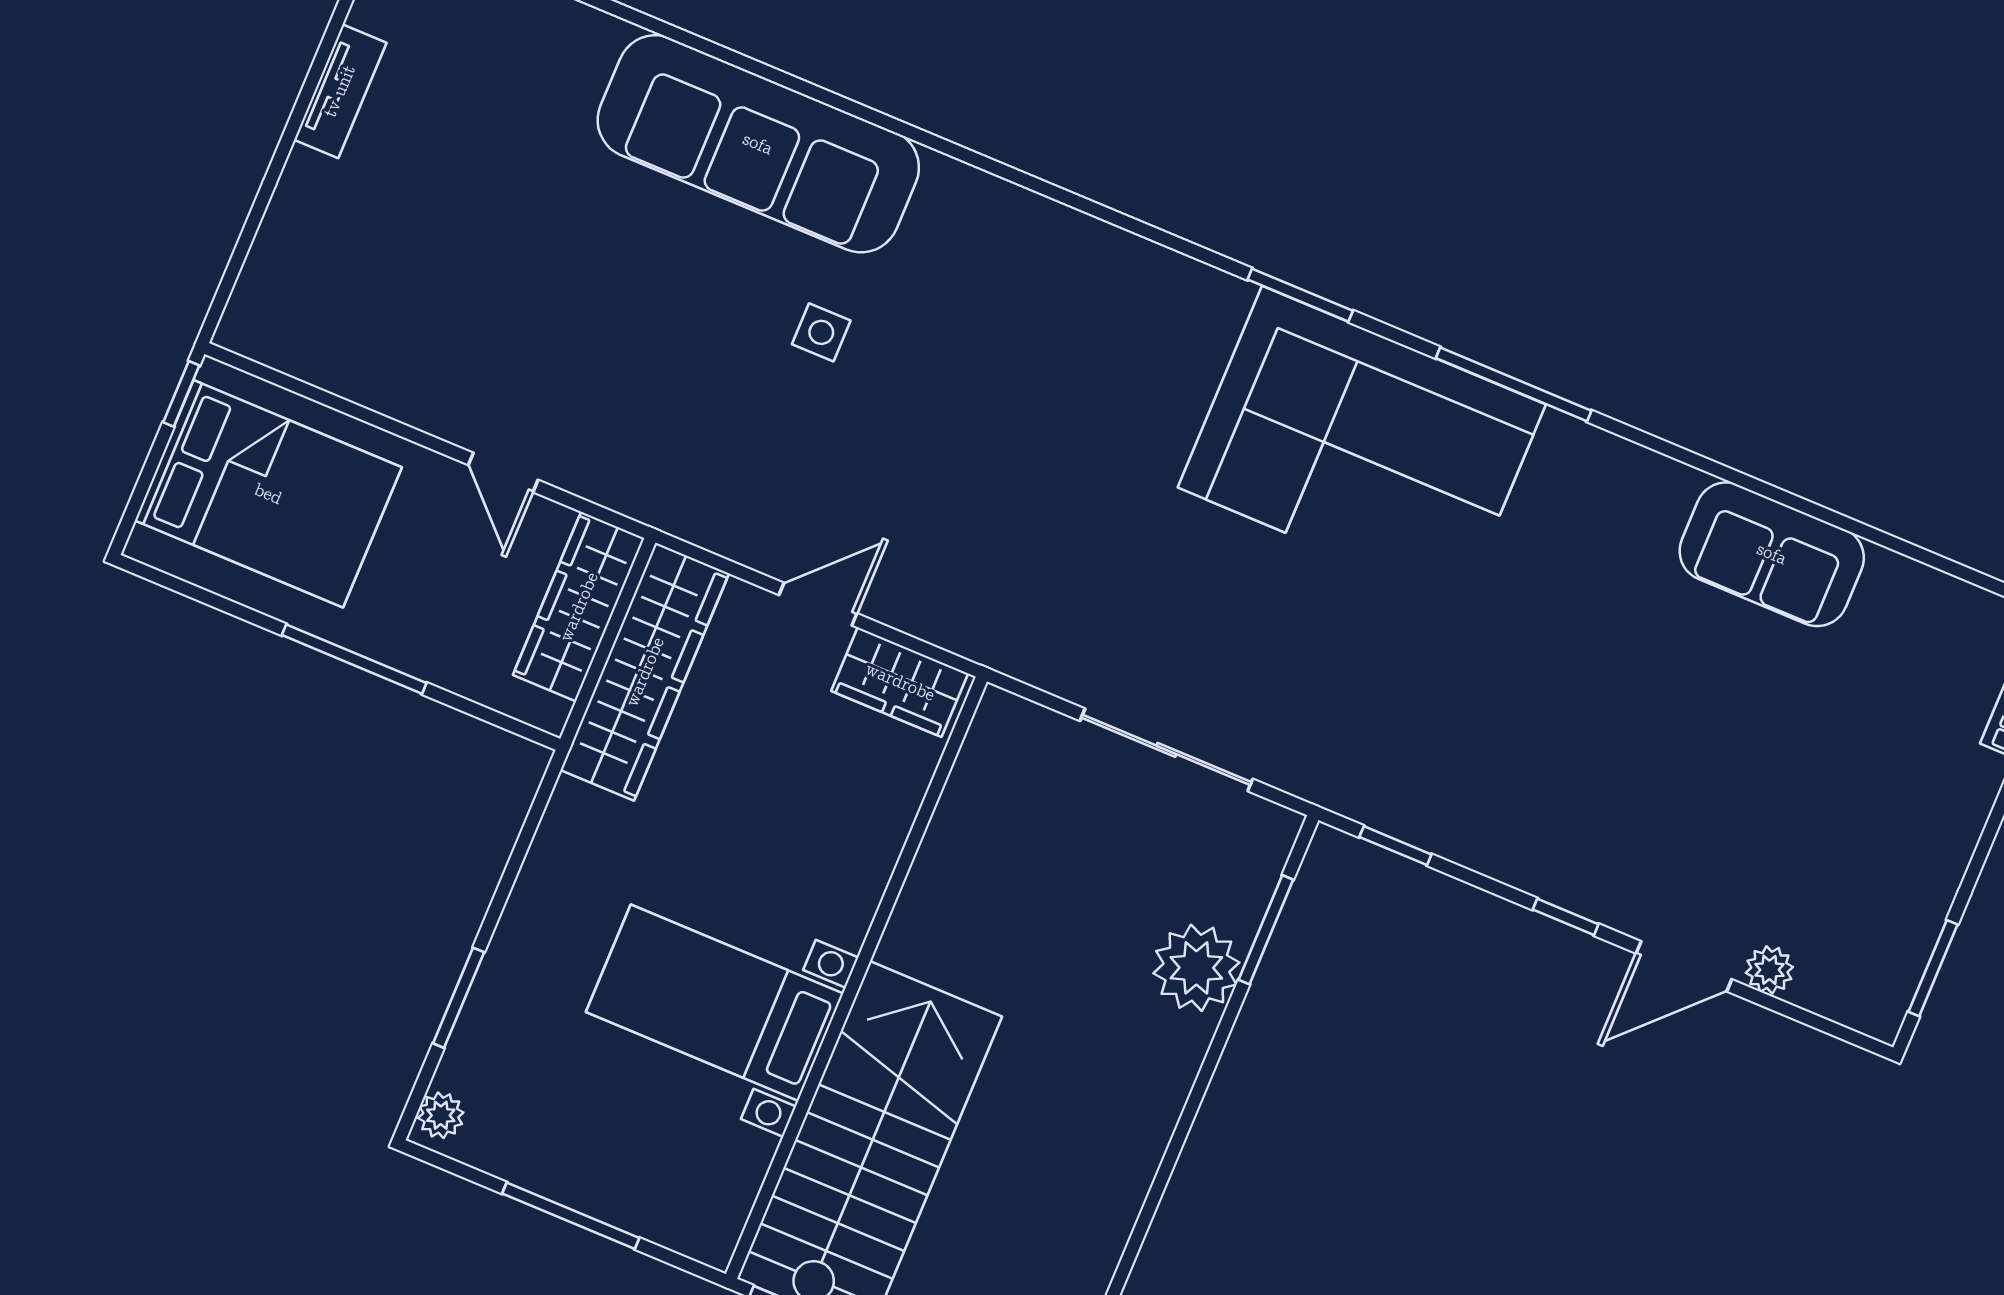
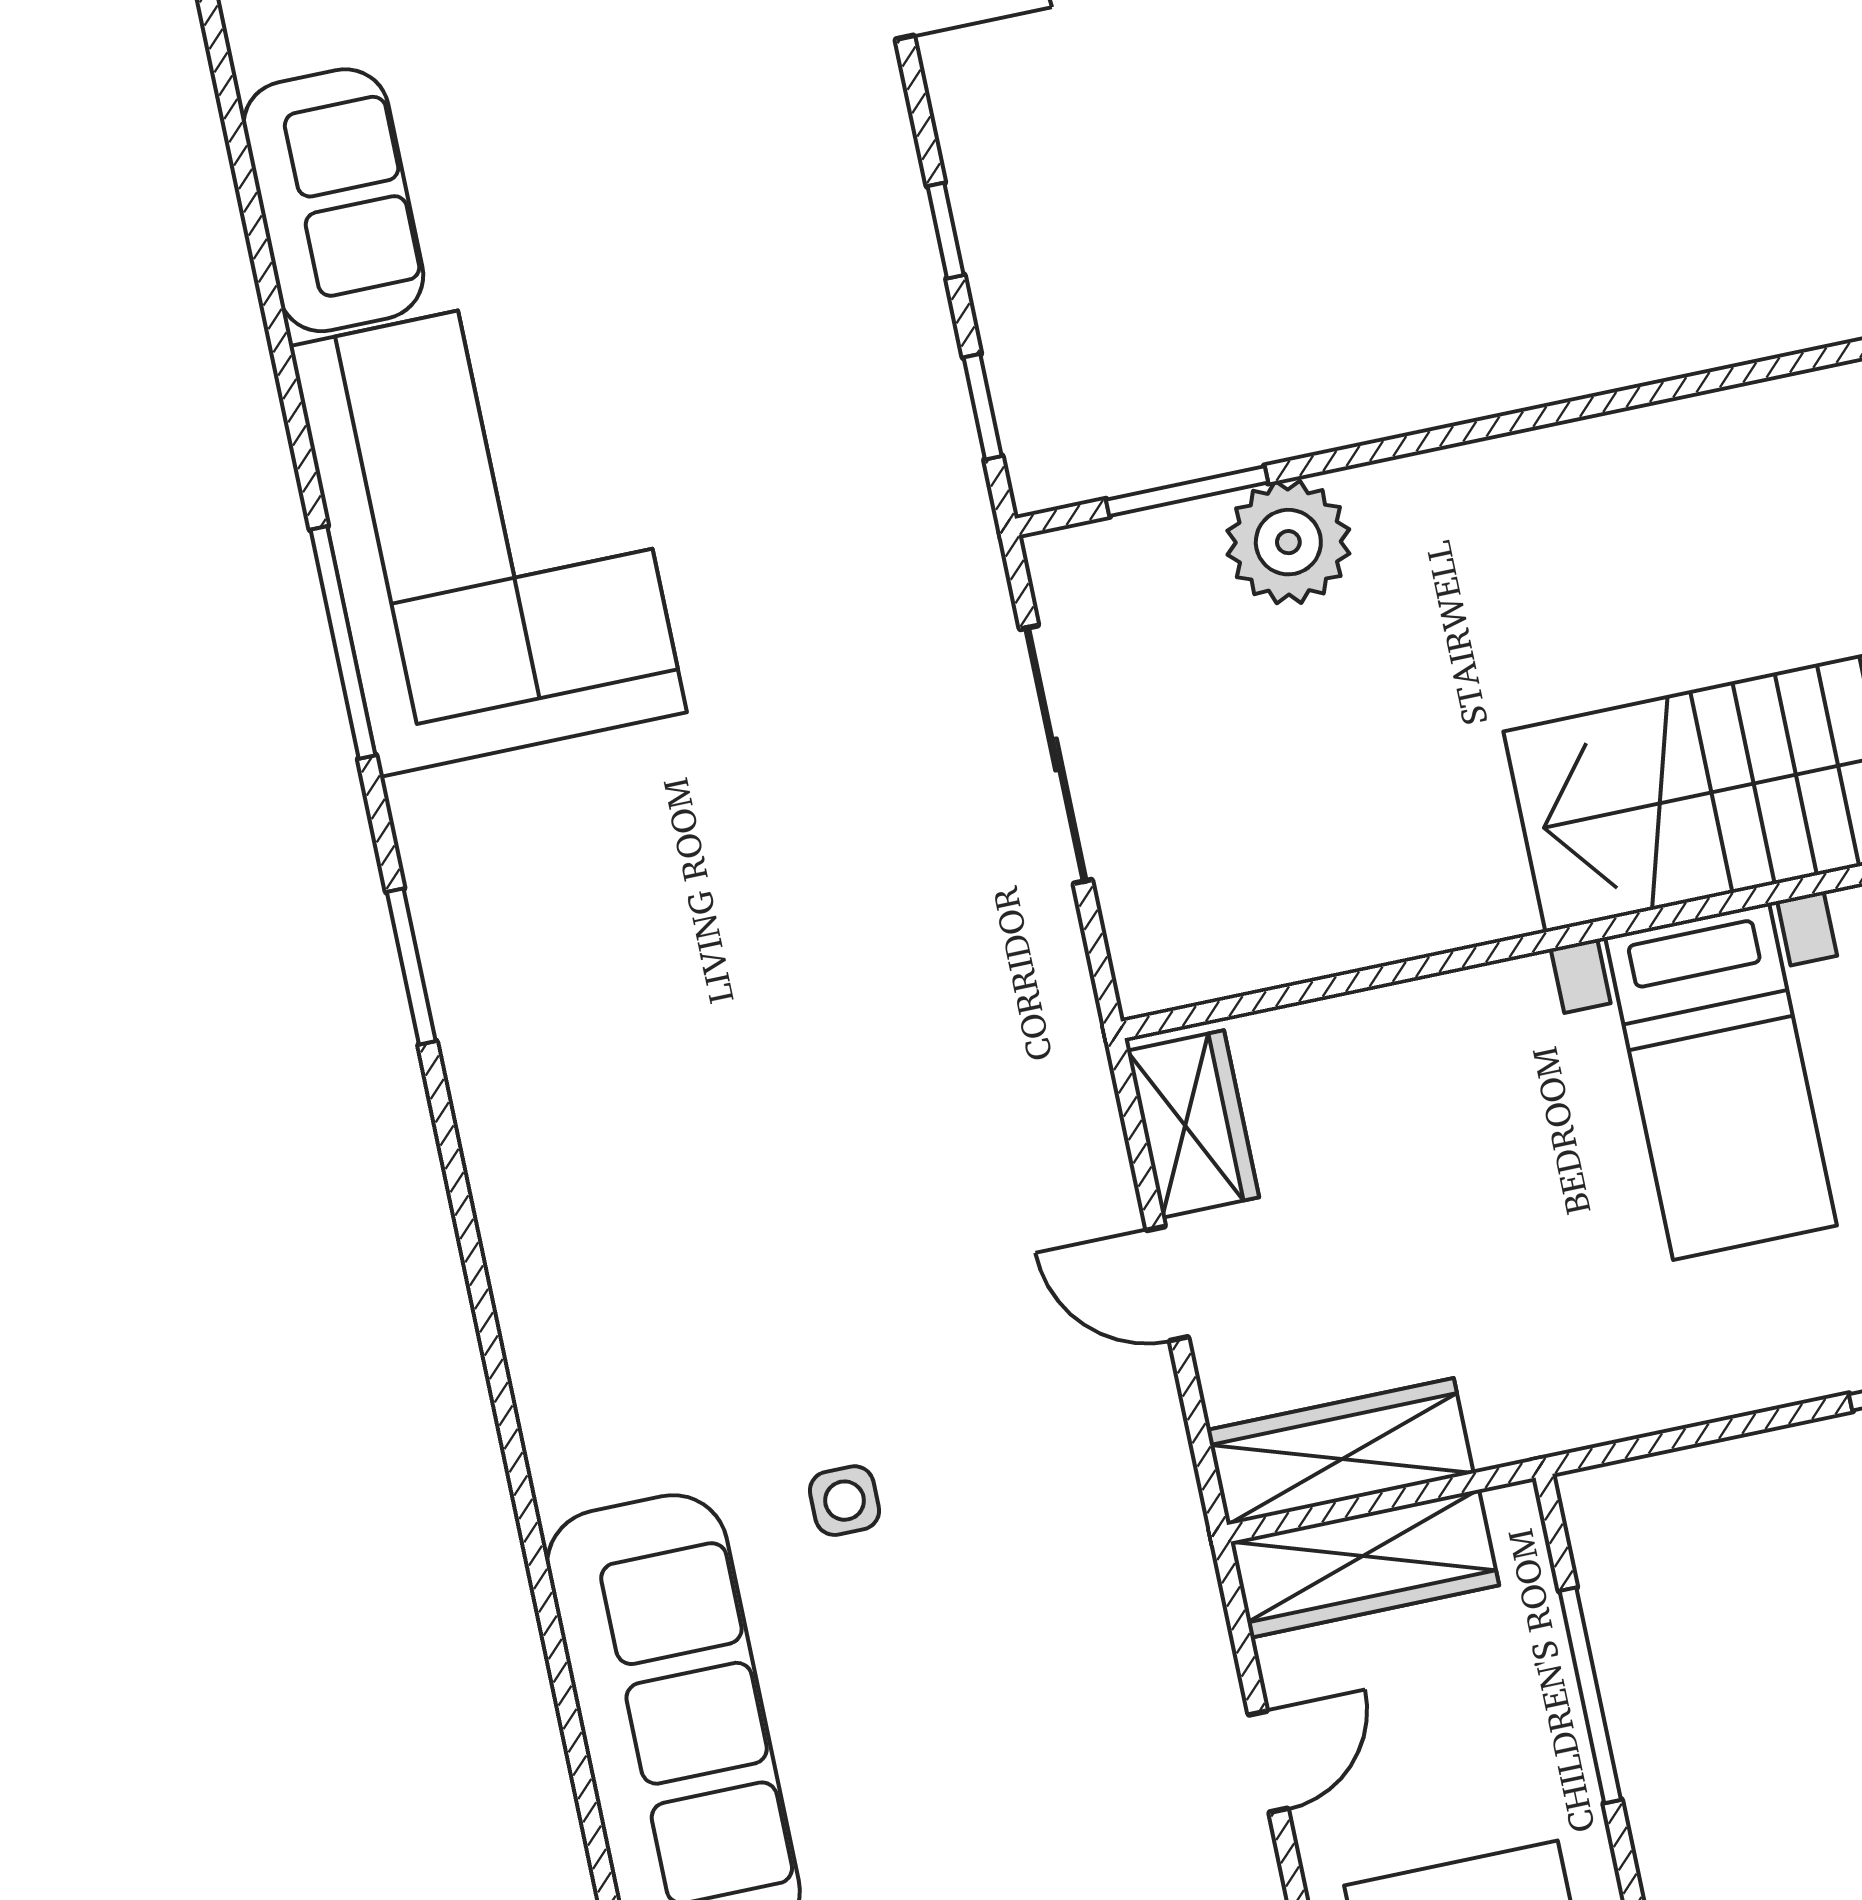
corner sofa: (1362, 446) -> (488, 529), moved
window: (354, 659) -> (1590, 1695), moved
wardrobe: (645, 672) -> (1340, 1452), width x0.71, depth x0.85
window: (1566, 917) -> (946, 231), moved

